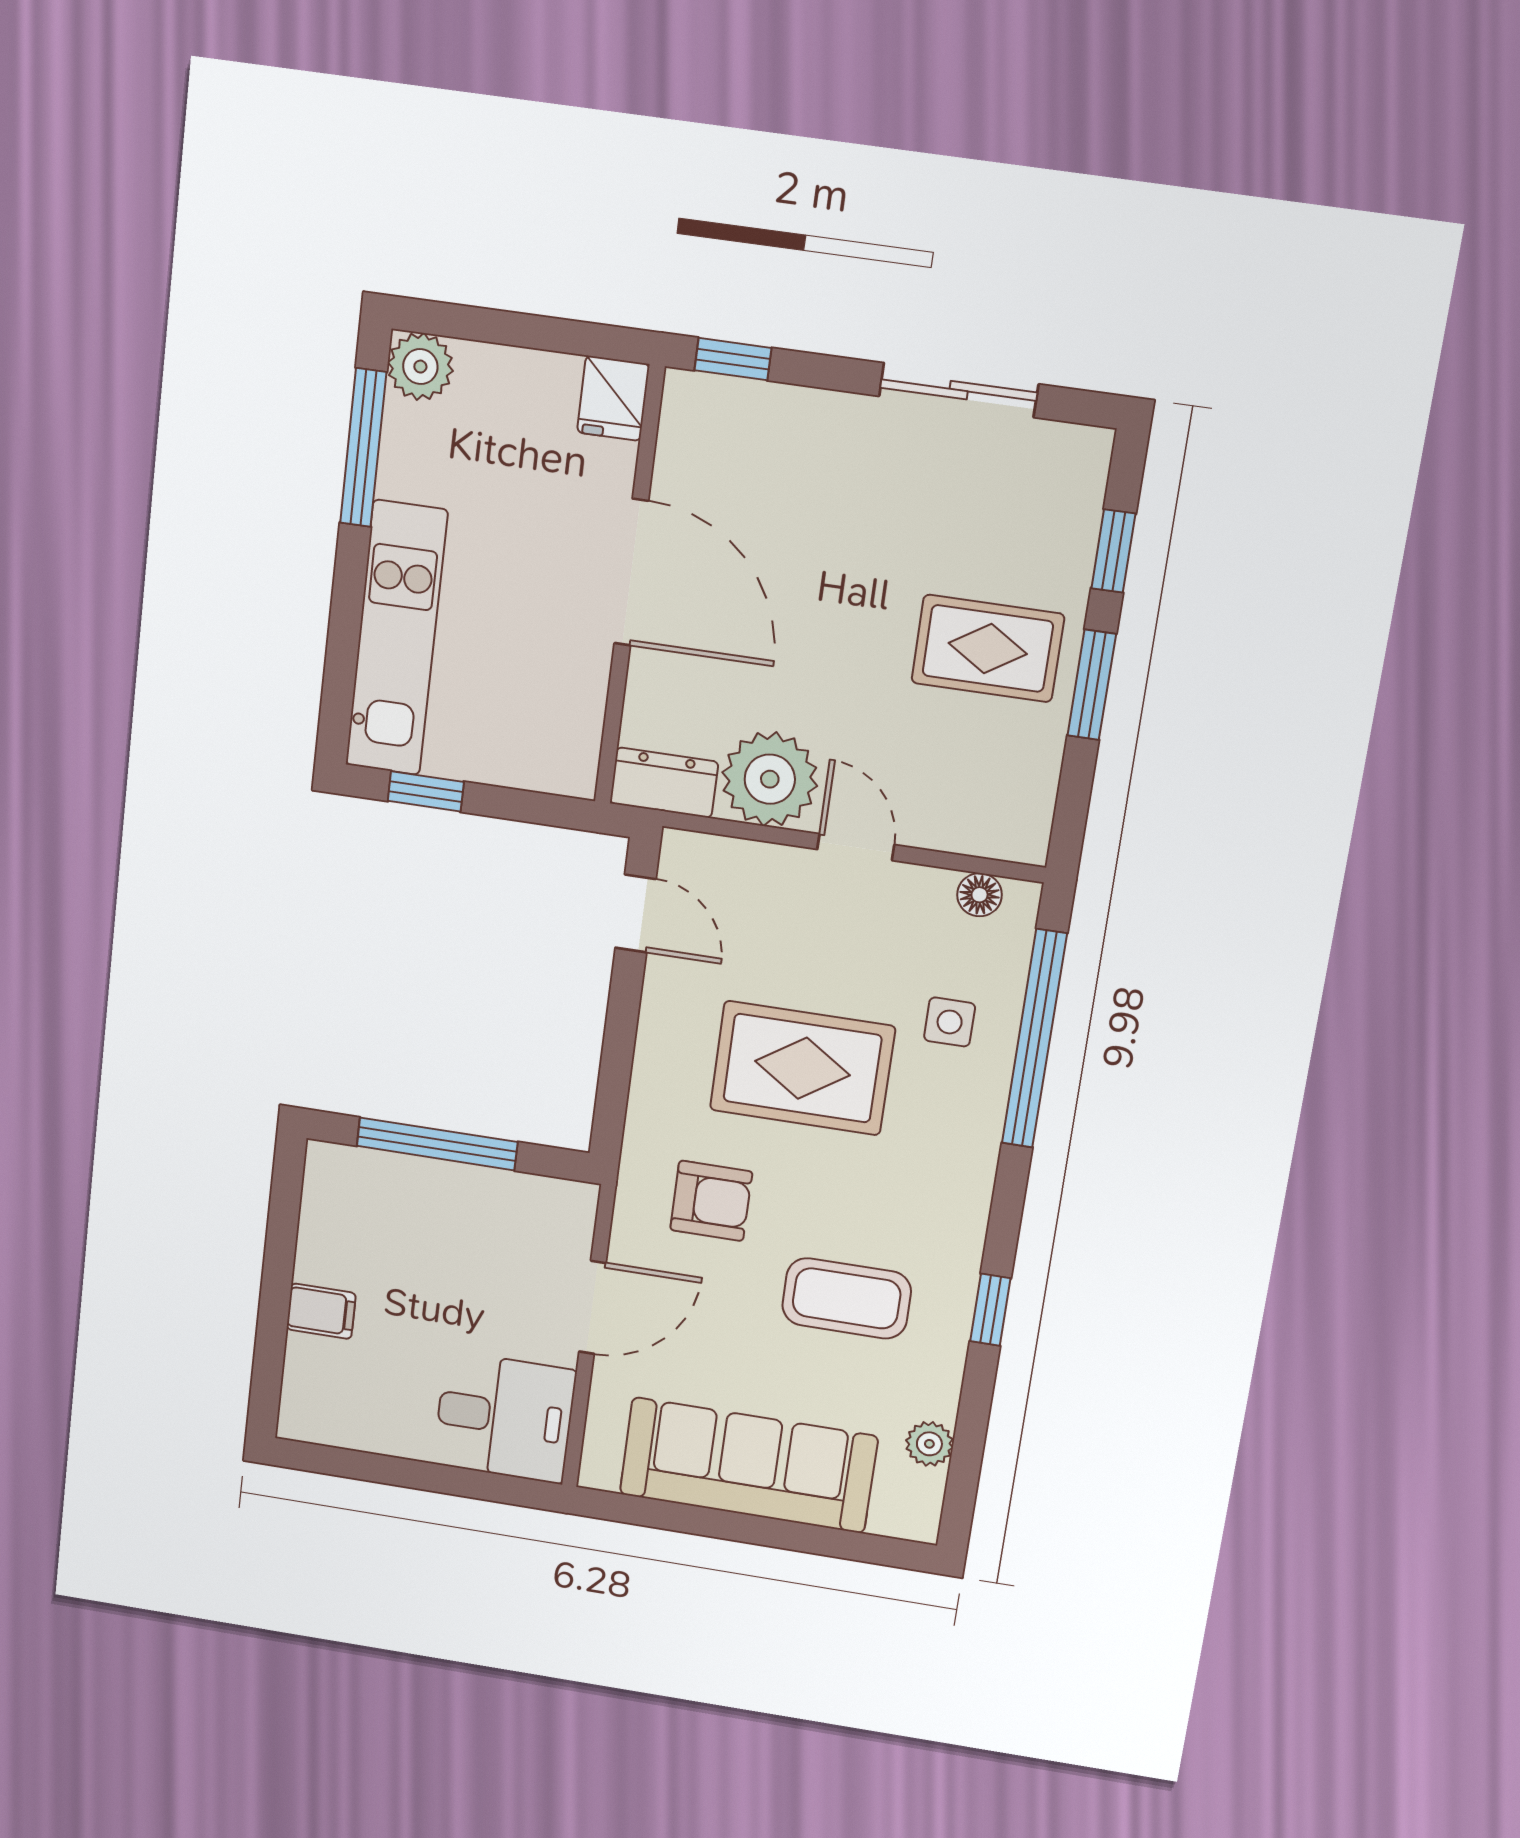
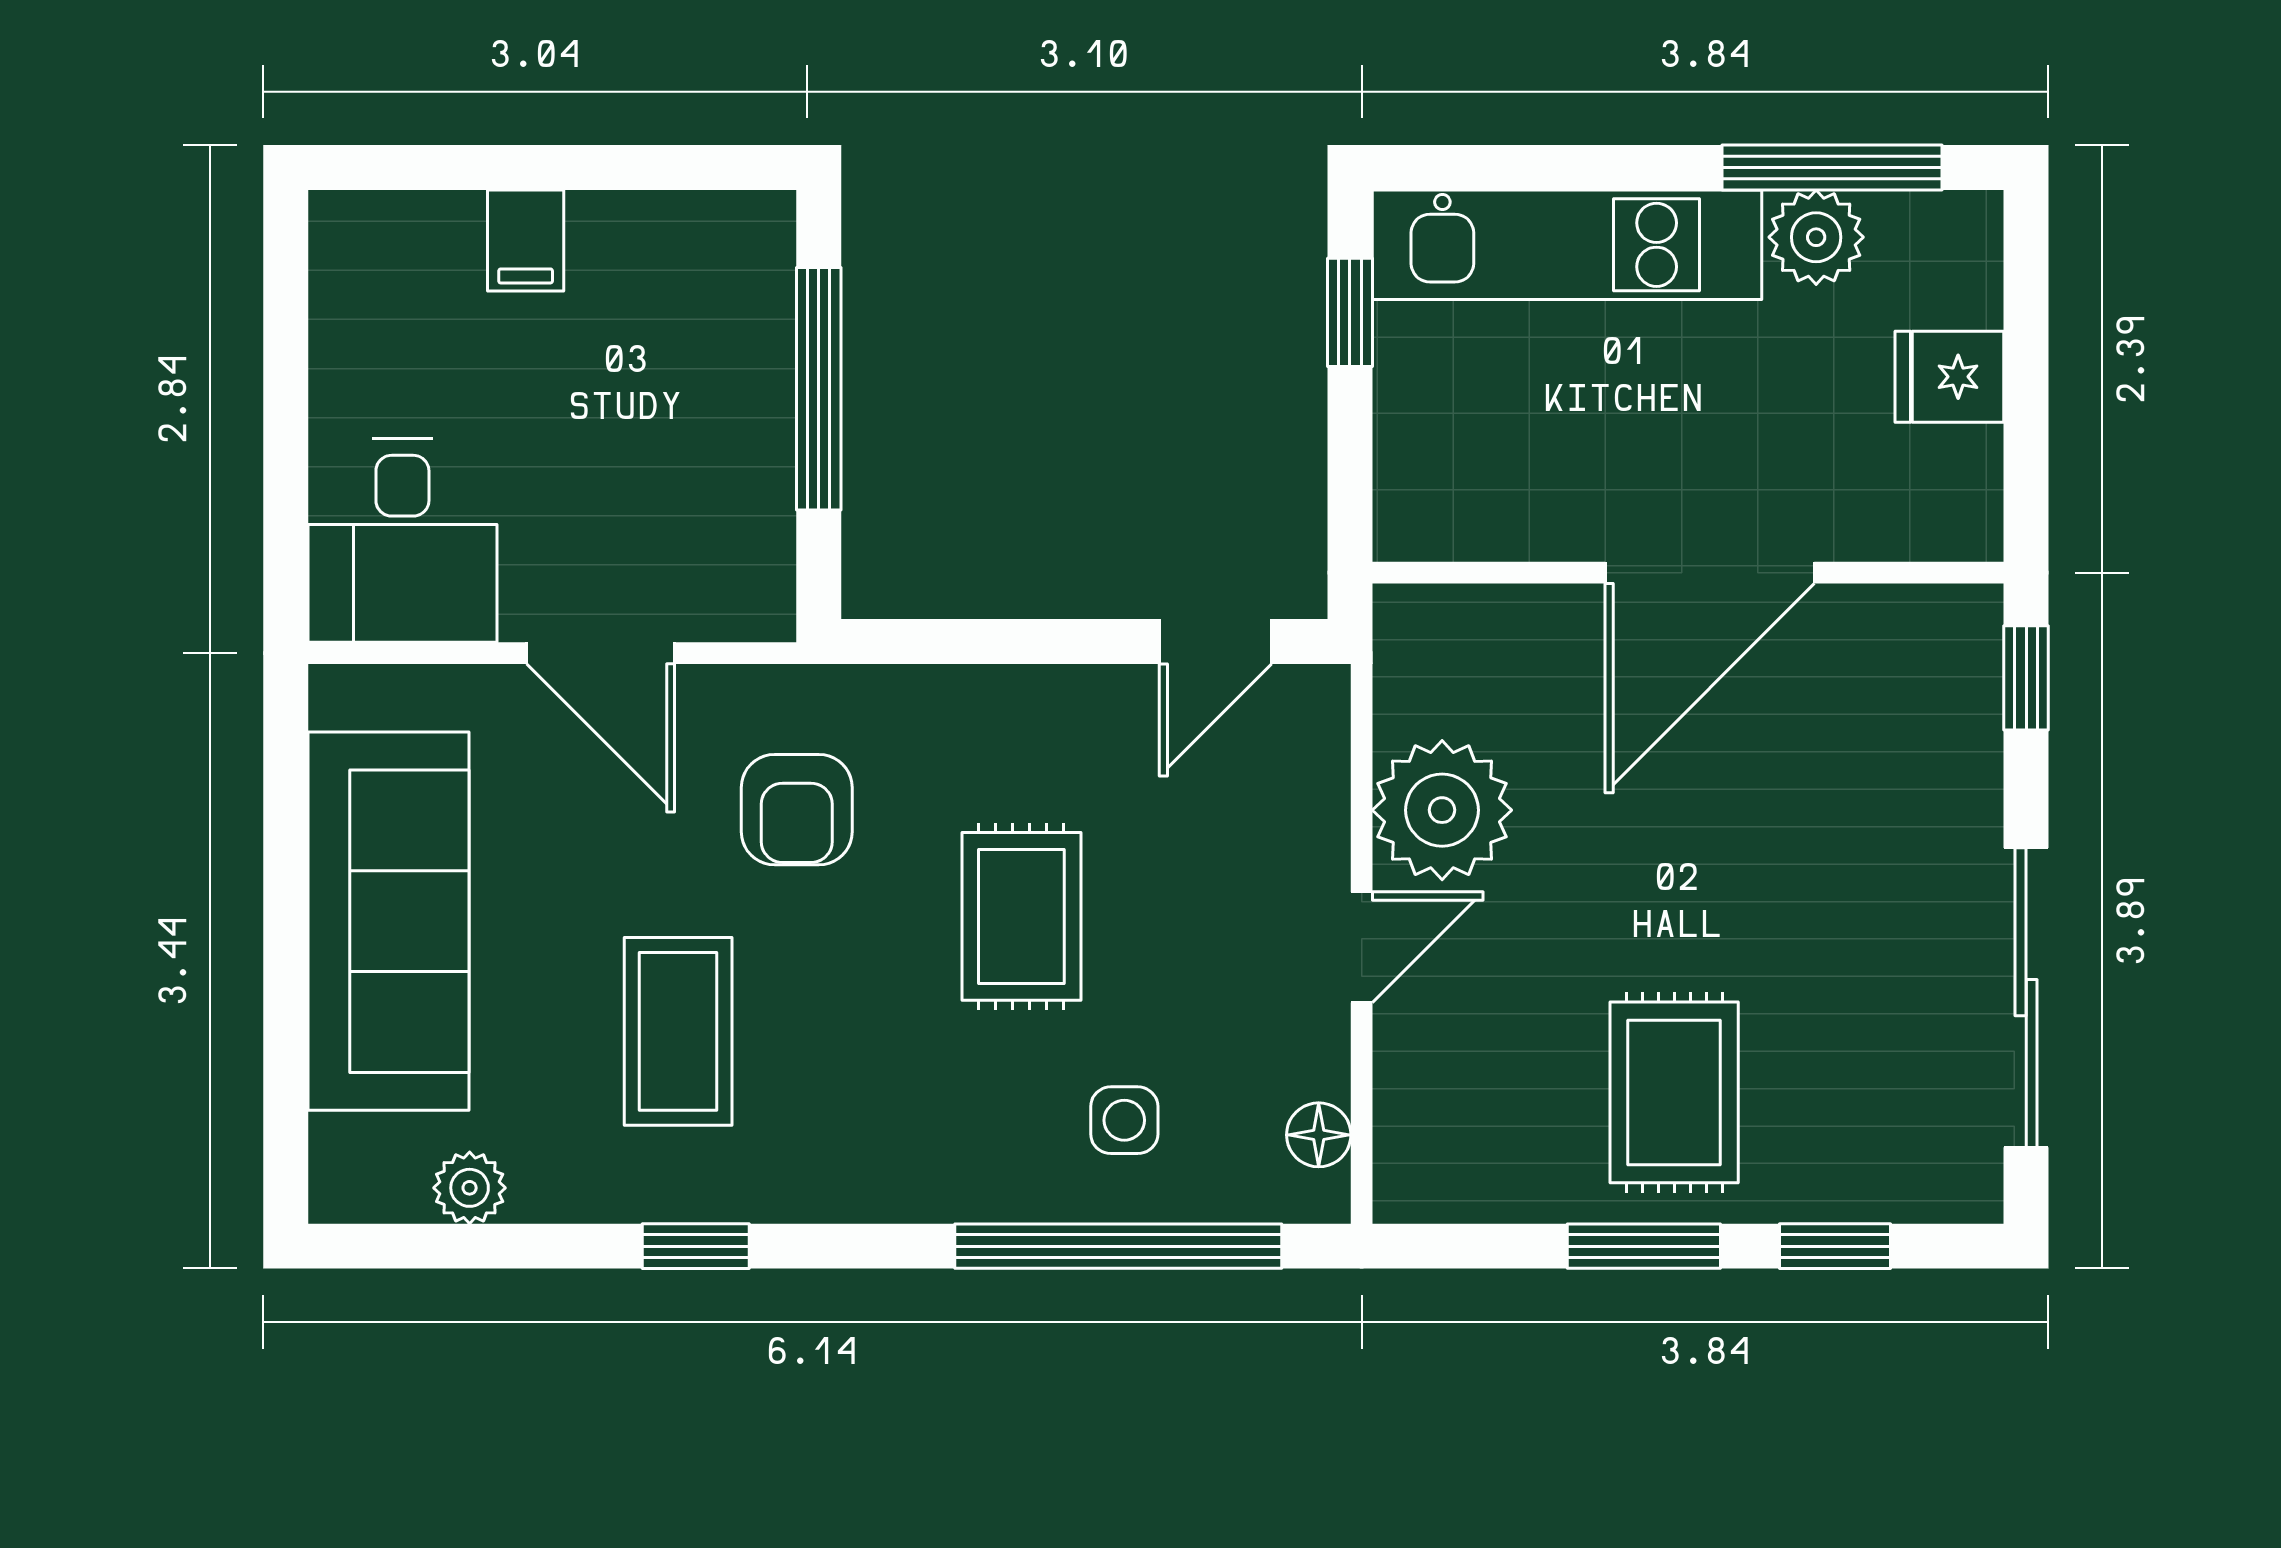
plant: (420, 367) -> (1816, 237), moved
sliding door: (959, 390) -> (2026, 998), width x1.37
fridge: (613, 398) -> (1949, 377), moved
dresser: (664, 783) -> (1414, 658), removed
rug: (802, 1068) -> (1021, 916), width x0.73, depth x0.70

